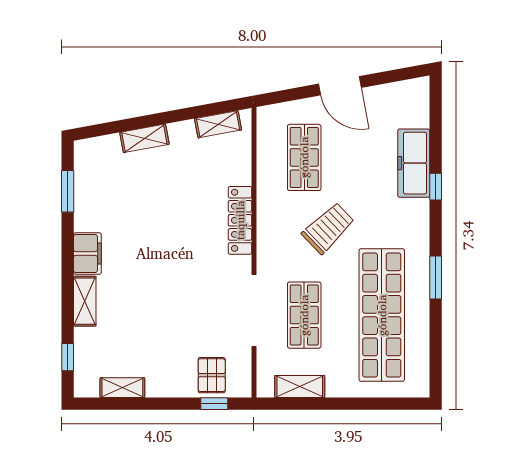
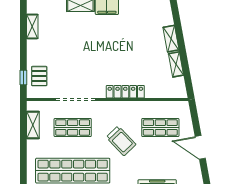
door: (340, 86) -> (200, 147), hinge flipped
shelving: (218, 124) -> (176, 64), moved
pallet: (212, 375) -> (39, 76), turned 90

